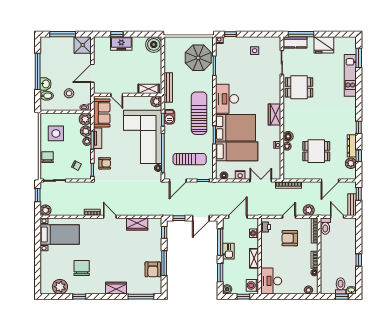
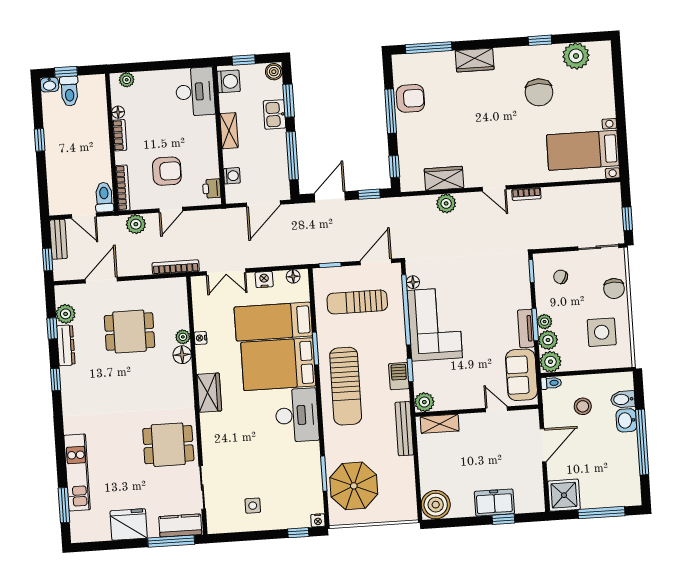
corner sofa: (143, 137) -> (435, 324), width x0.73, depth x0.74
armchair: (105, 163) -> (510, 284), removed
plant: (45, 210) -> (446, 203), moved
kitchen sink: (228, 251) -> (275, 114), moved
armchair: (153, 269) -> (410, 98), turned 90

